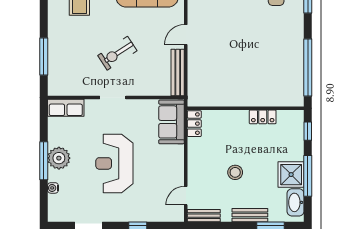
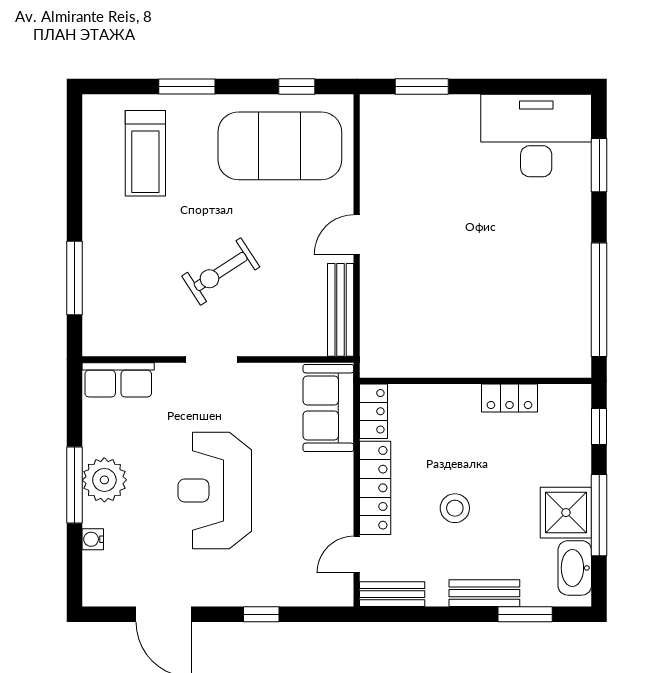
locker: (195, 162) -> (375, 488), added

